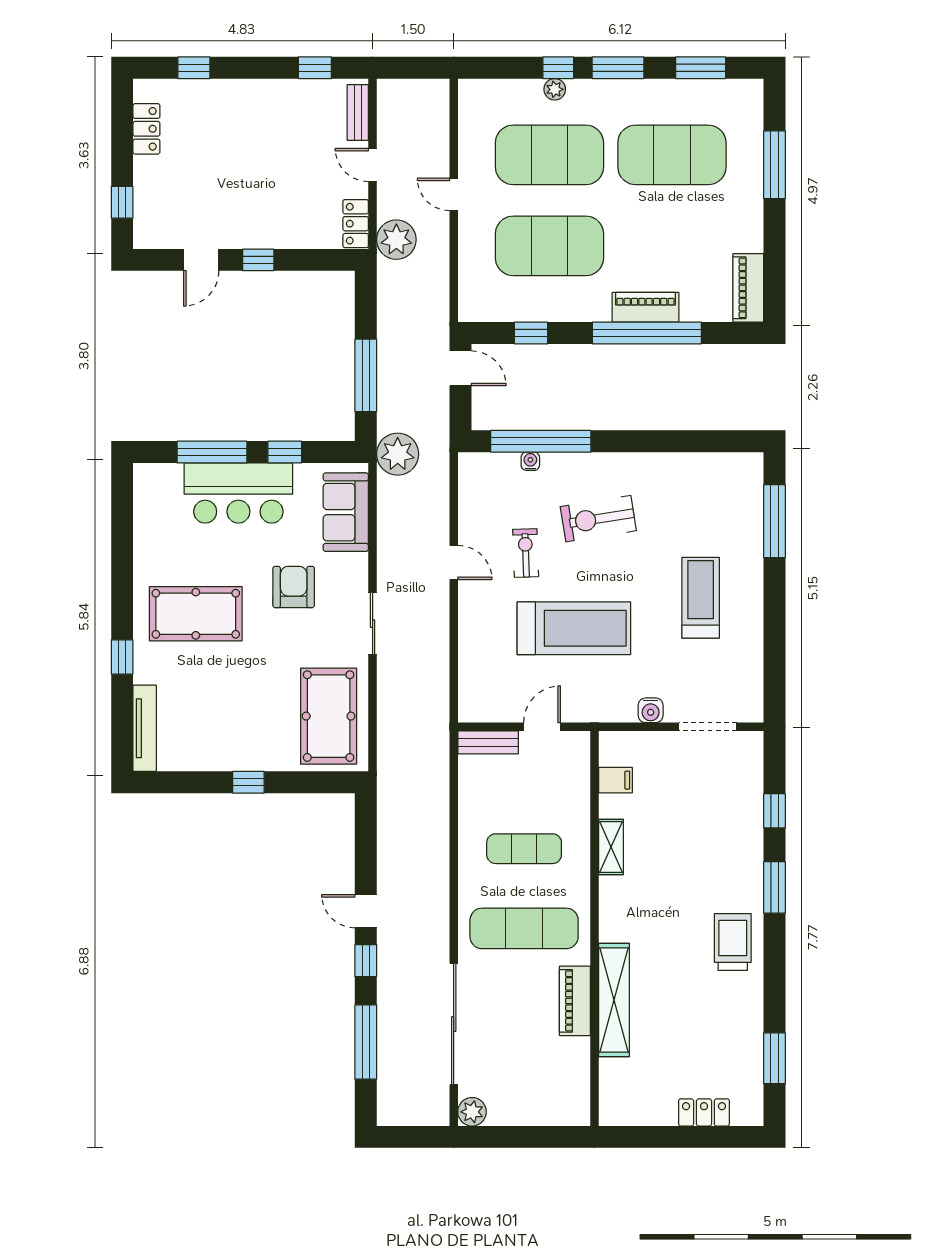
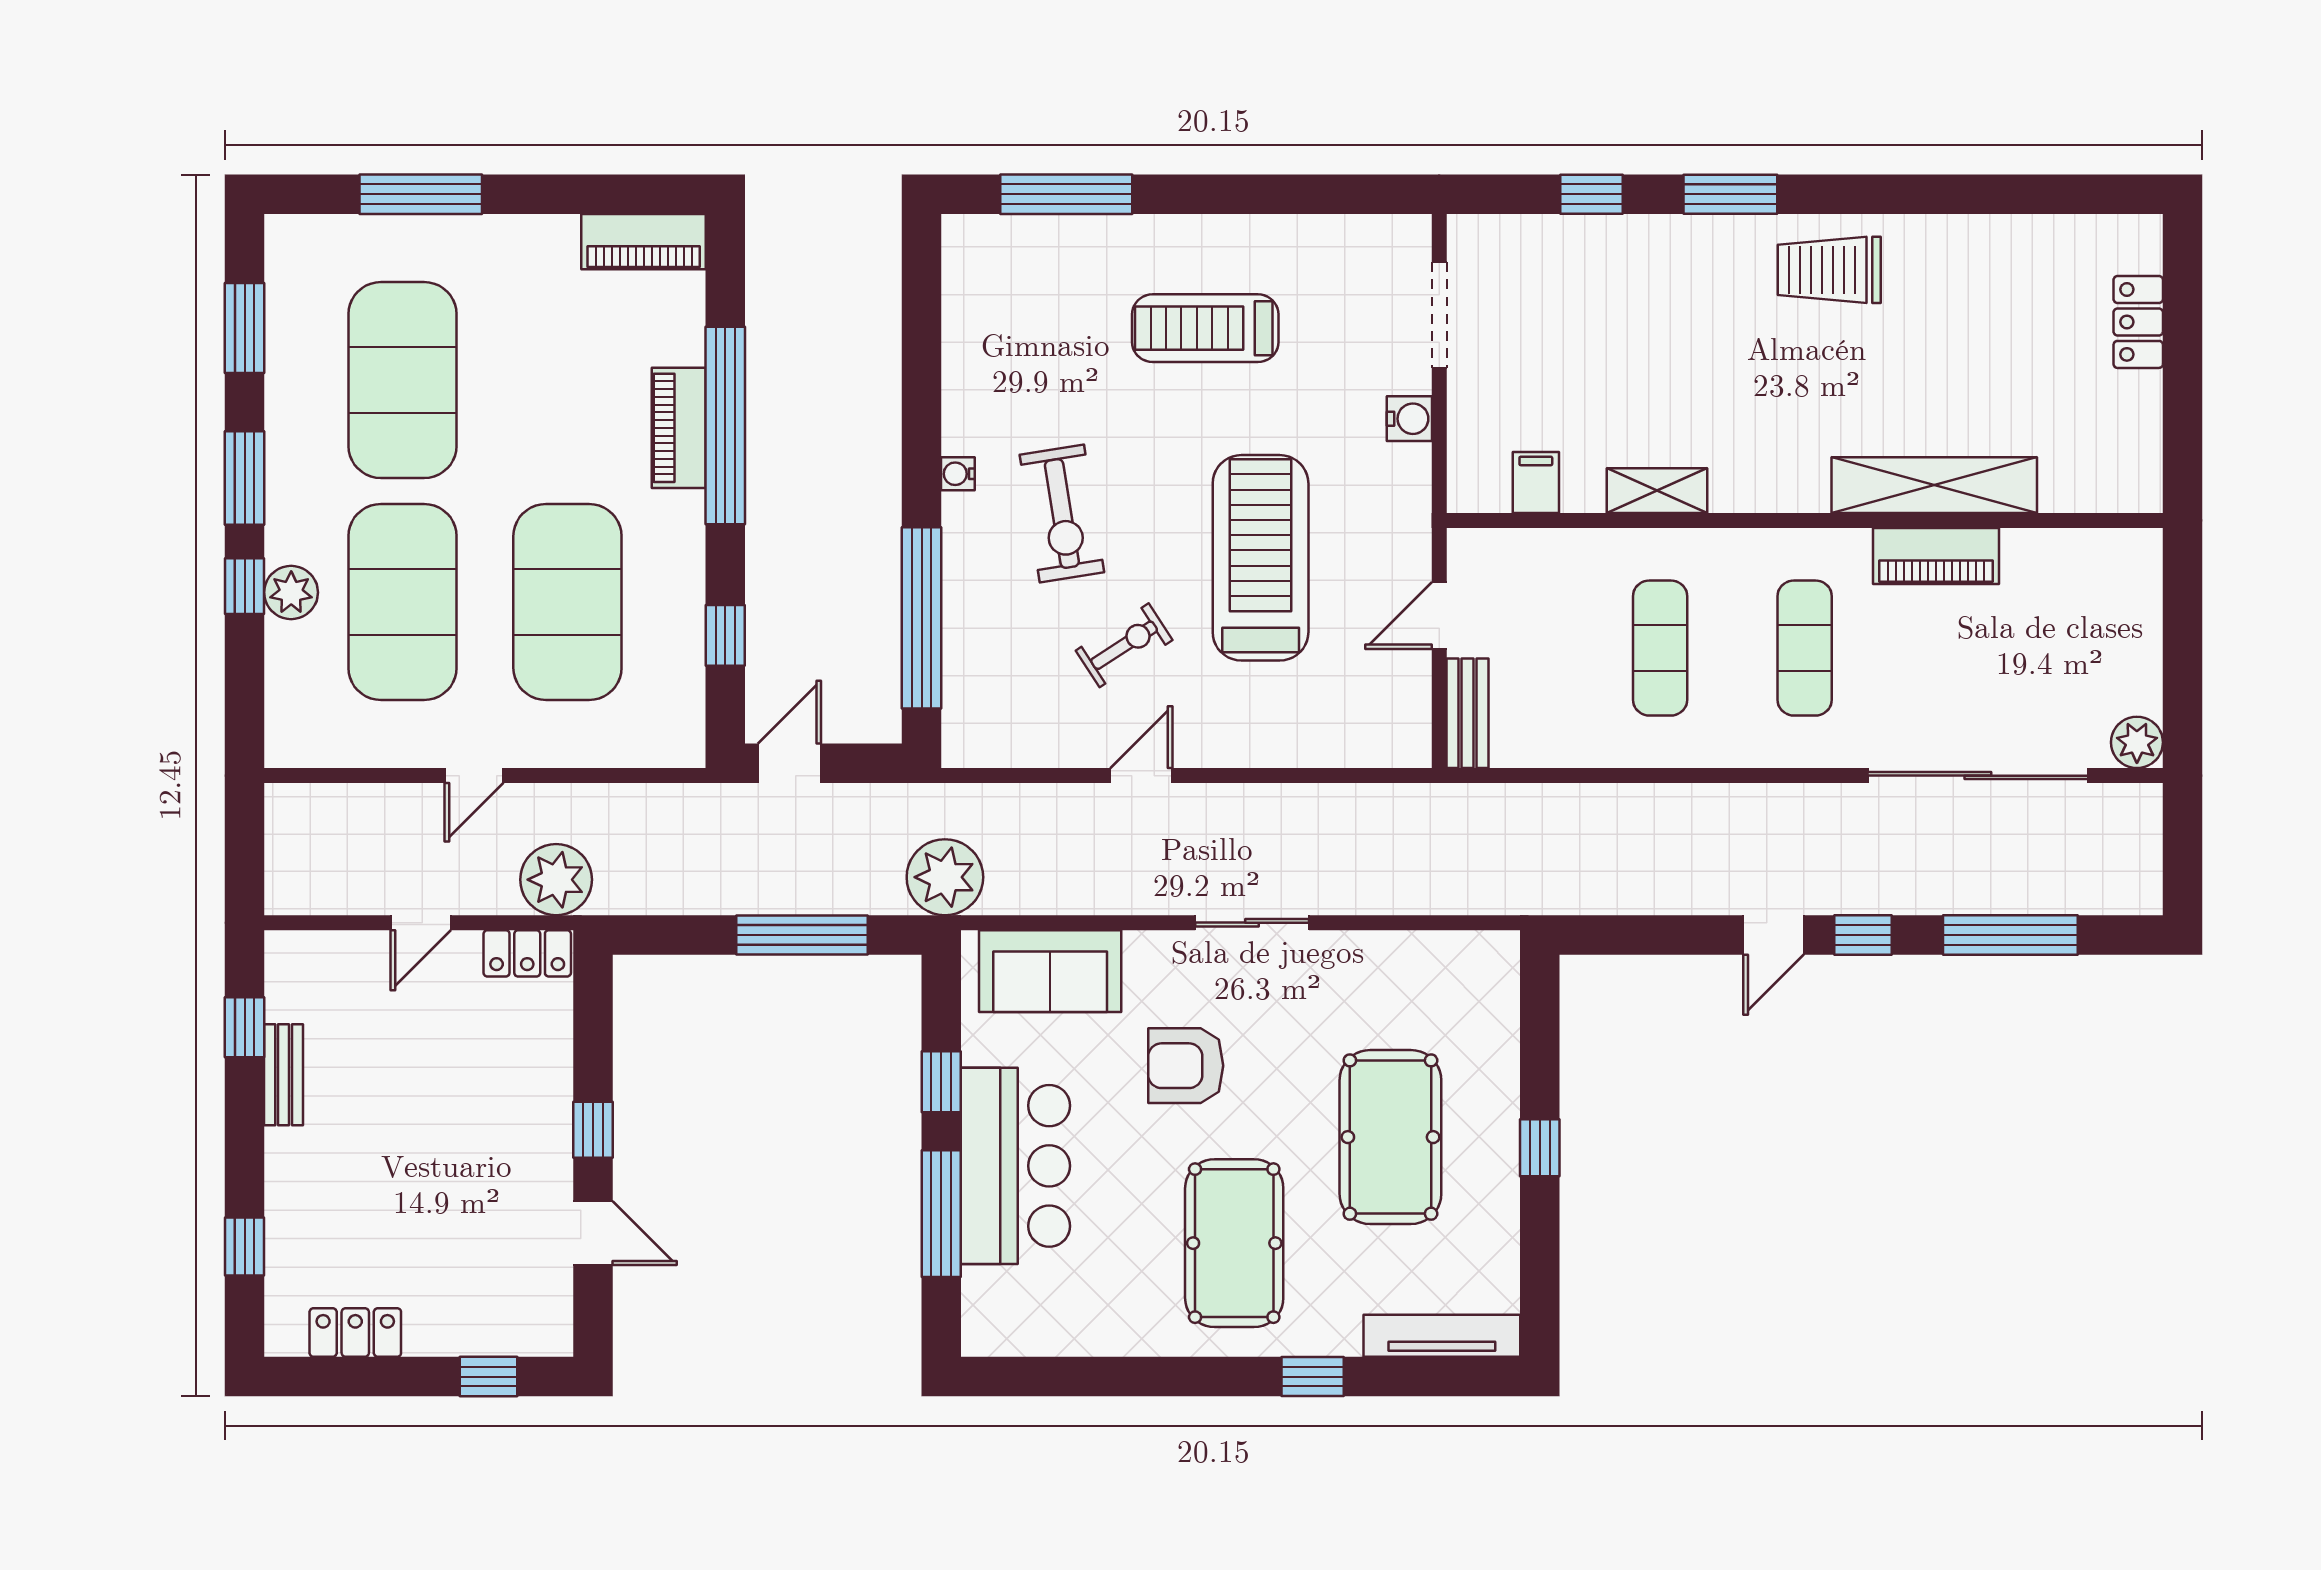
plant: (555, 89) -> (291, 592), width x1.38, depth x1.38
bench: (358, 112) -> (284, 1075), moved, turned 90
water cooler: (530, 461) -> (958, 474), moved
exercise bike: (526, 553) -> (1124, 645), turned 149
pool table: (329, 716) -> (1390, 1137), moved, turned 90
door: (542, 727) -> (1439, 616), hinge flipped
exercise mat: (524, 928) -> (1805, 648), width x0.73, depth x0.69
window: (774, 1058) -> (2040, 194), removed

